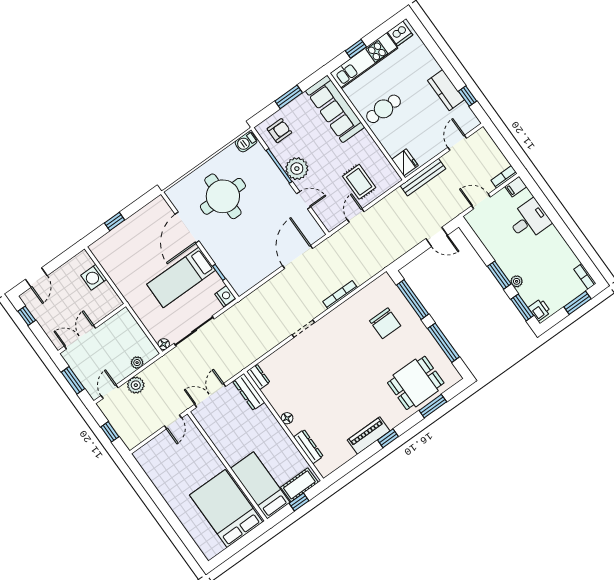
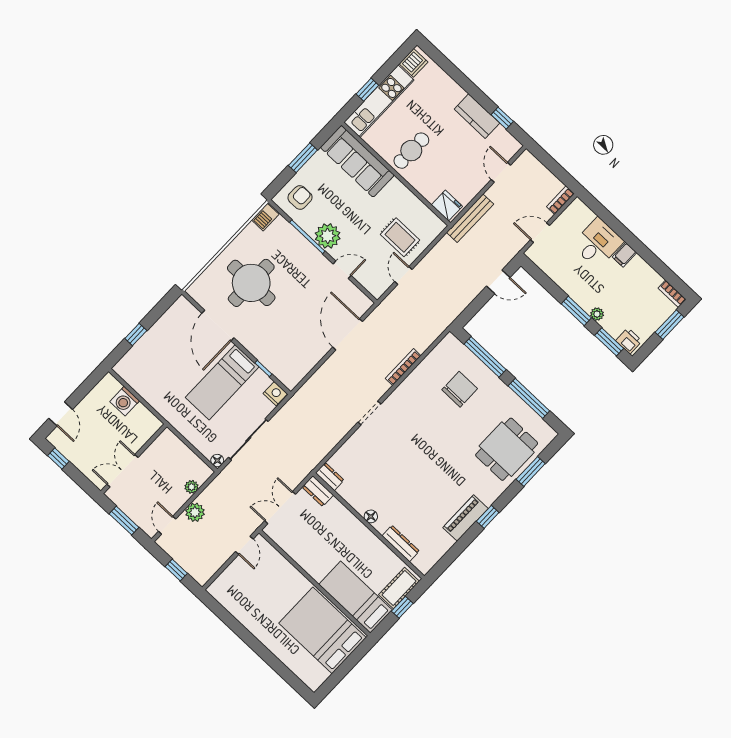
filing cabinet: (516, 187) -> (624, 255), moved
chair: (385, 323) -> (460, 389), turned -90
dresser: (249, 392) -> (318, 491), width x0.70

